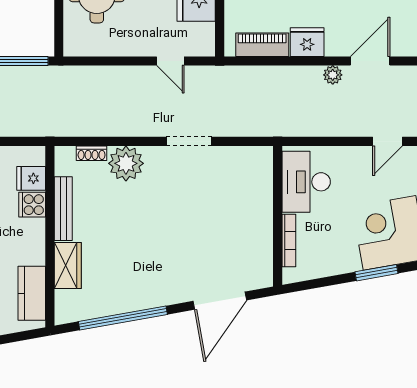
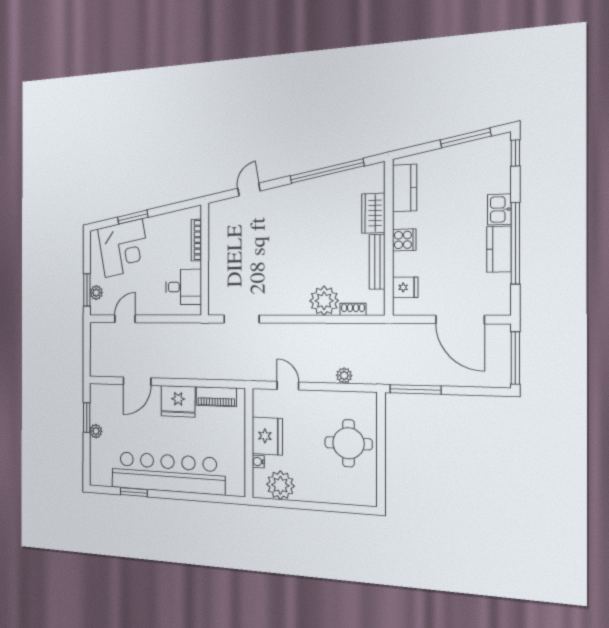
fridge: (307, 42) -> (178, 401), width x1.36, depth x1.34
plant: (333, 75) -> (344, 376), moved
doorway: (189, 141) -> (241, 319), moved
desk: (306, 182) -> (183, 287), width x0.73
cooker: (32, 205) -> (404, 240), moved
door: (220, 301) -> (249, 190), width x0.53

